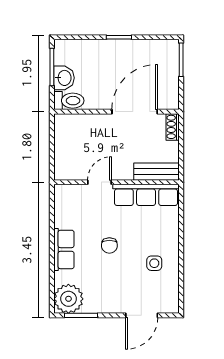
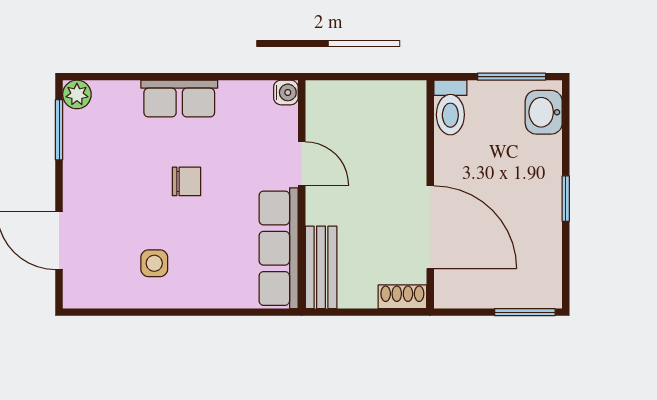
washbasin: (64, 78) -> (544, 112), moved, turned 90
water cooler: (61, 191) -> (286, 92), added
chair: (109, 245) -> (186, 181), turned 180
plant: (68, 299) -> (77, 94), width x0.53, depth x0.53

